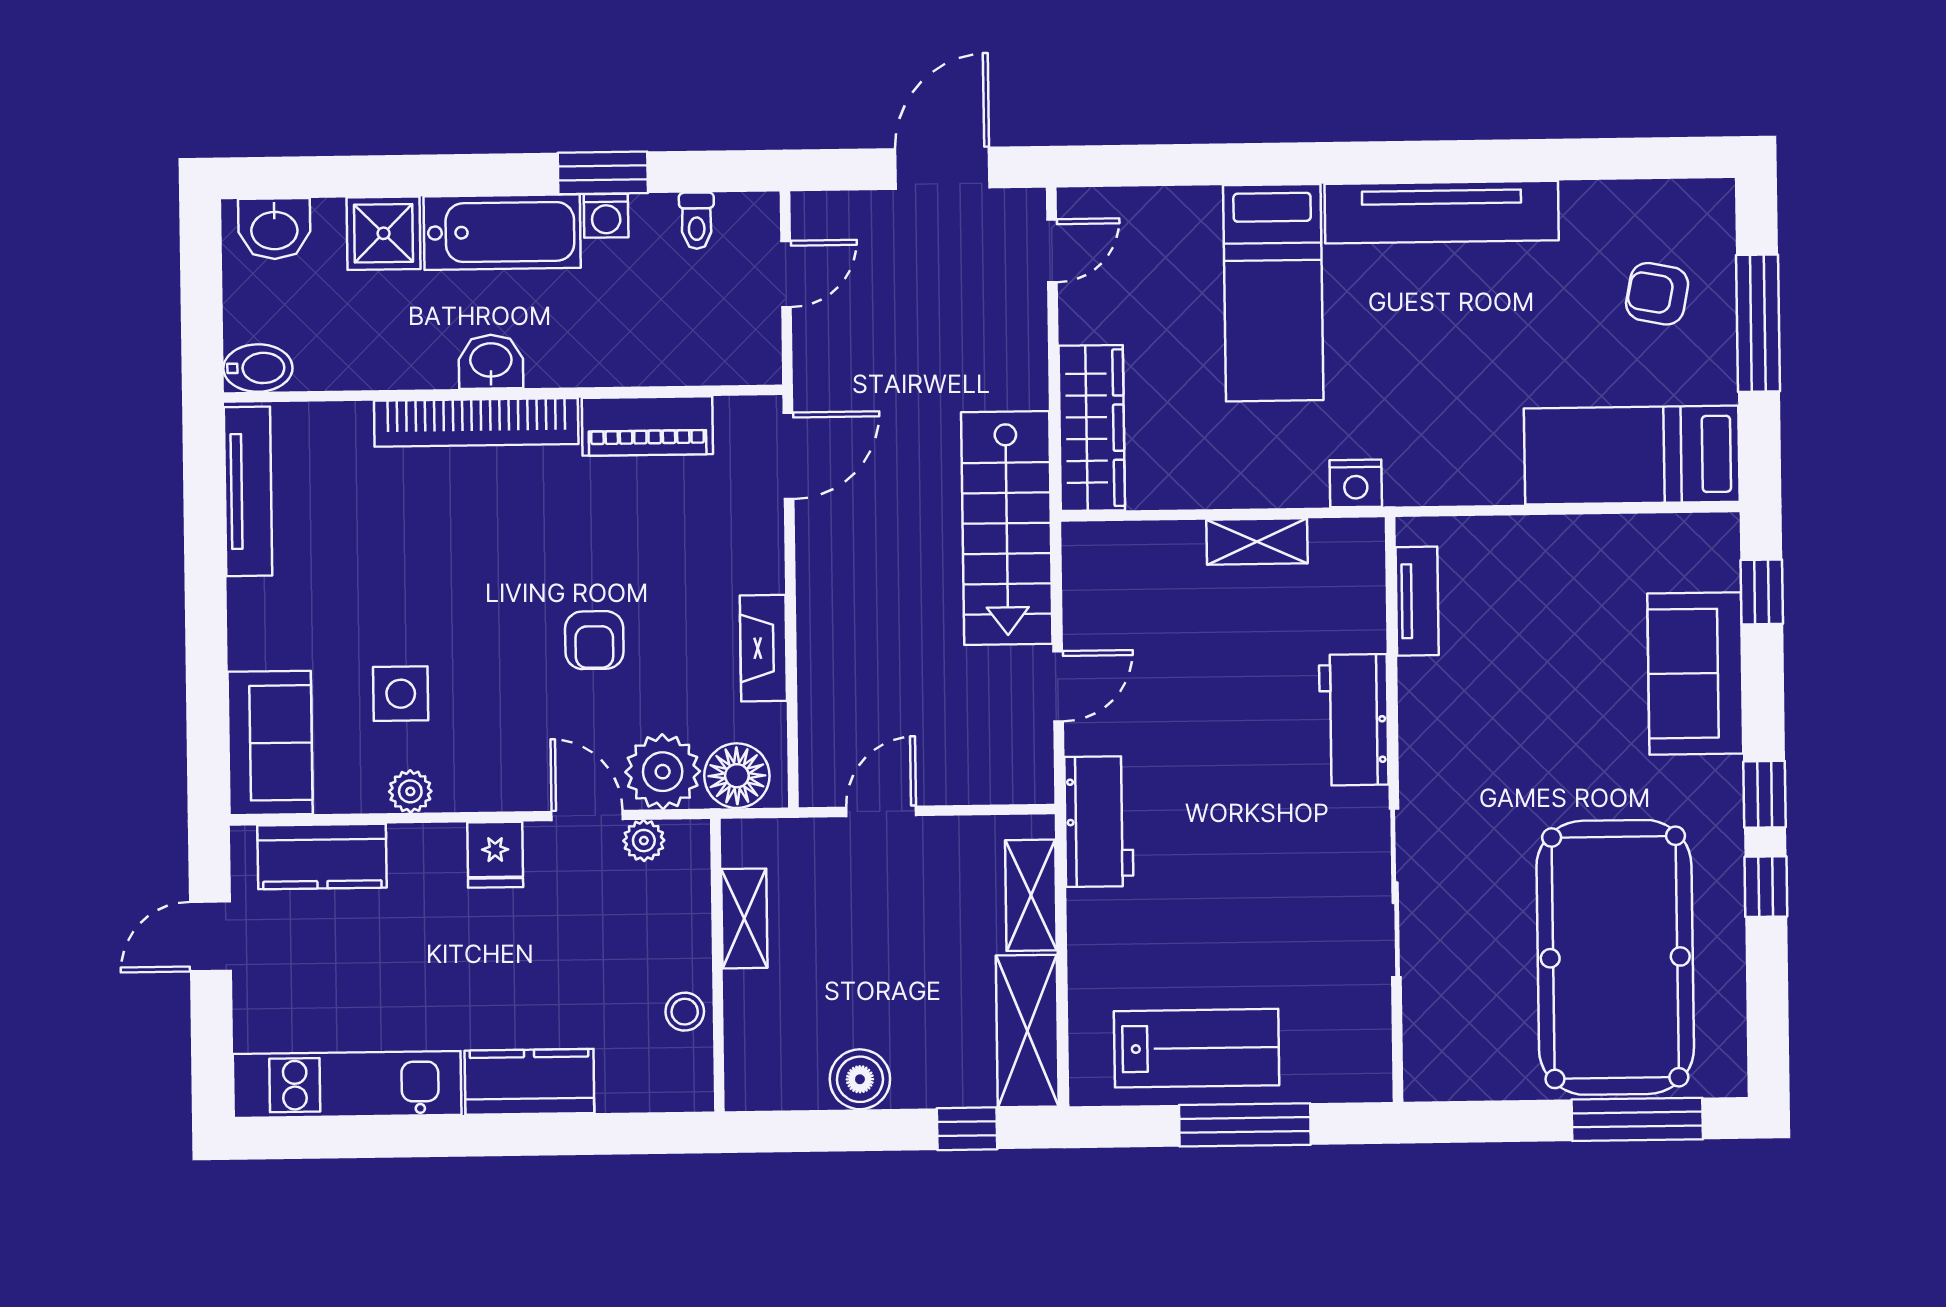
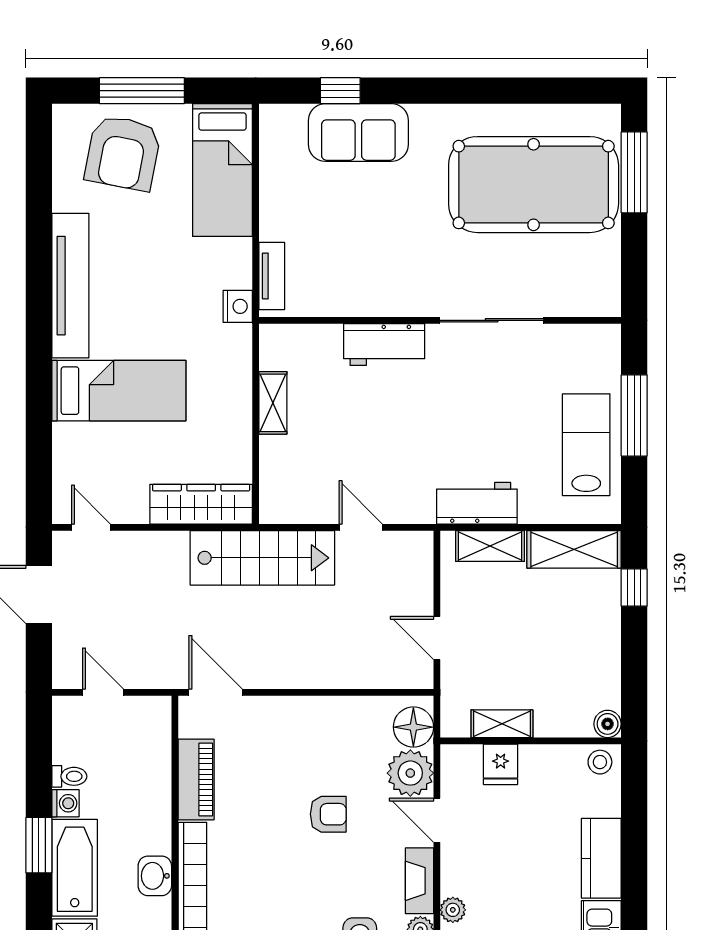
window: (603, 173) -> (39, 845), moved
toilet: (697, 221) -> (69, 776), moved
armchair: (1657, 294) -> (123, 153), width x1.88, depth x1.88
nightstand: (1356, 483) -> (238, 306), moved
window: (1762, 592) -> (340, 91), moved
tv unit: (1417, 601) -> (272, 276), moved, turned 90
fireplace: (763, 648) -> (419, 881), moved, turned 90
window: (1765, 794) -> (434, 91), removed
door: (587, 815) -> (437, 820), hinge flipped
workbench: (1099, 822) -> (477, 503), moved
plant: (644, 841) -> (453, 910), moved
fridge: (495, 855) -> (501, 764), moved, turned 90
window: (1766, 887) -> (491, 91), removed
stool: (685, 1012) -> (600, 762), moved
boiler: (860, 1079) -> (608, 724), moved, width x0.73, depth x0.73

